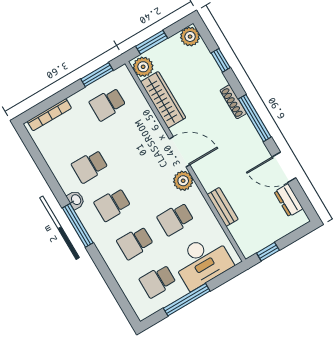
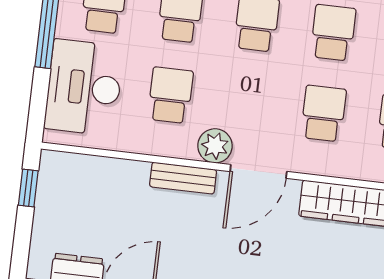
school desk: (130, 142) -> (323, 113), added
bench: (223, 207) -> (183, 178), moved

